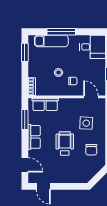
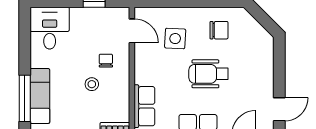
window: (61, 32) -> (25, 98), moved
door: (91, 97) -> (132, 31), swing flipped

